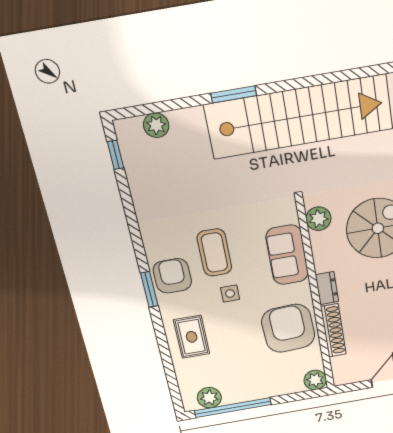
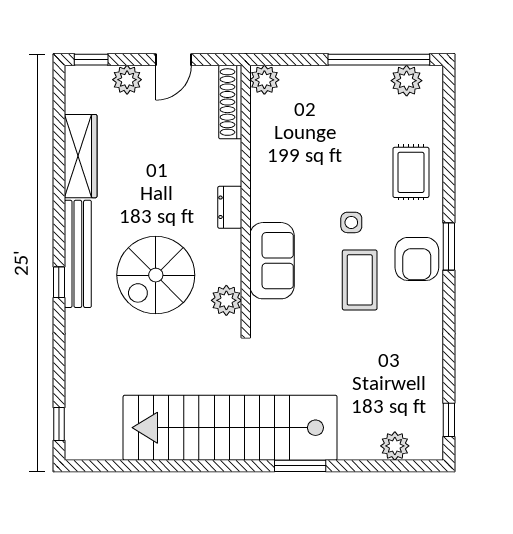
armchair: (288, 328) -> (287, 161), removed
shoe rack: (333, 330) -> (230, 102), moved

